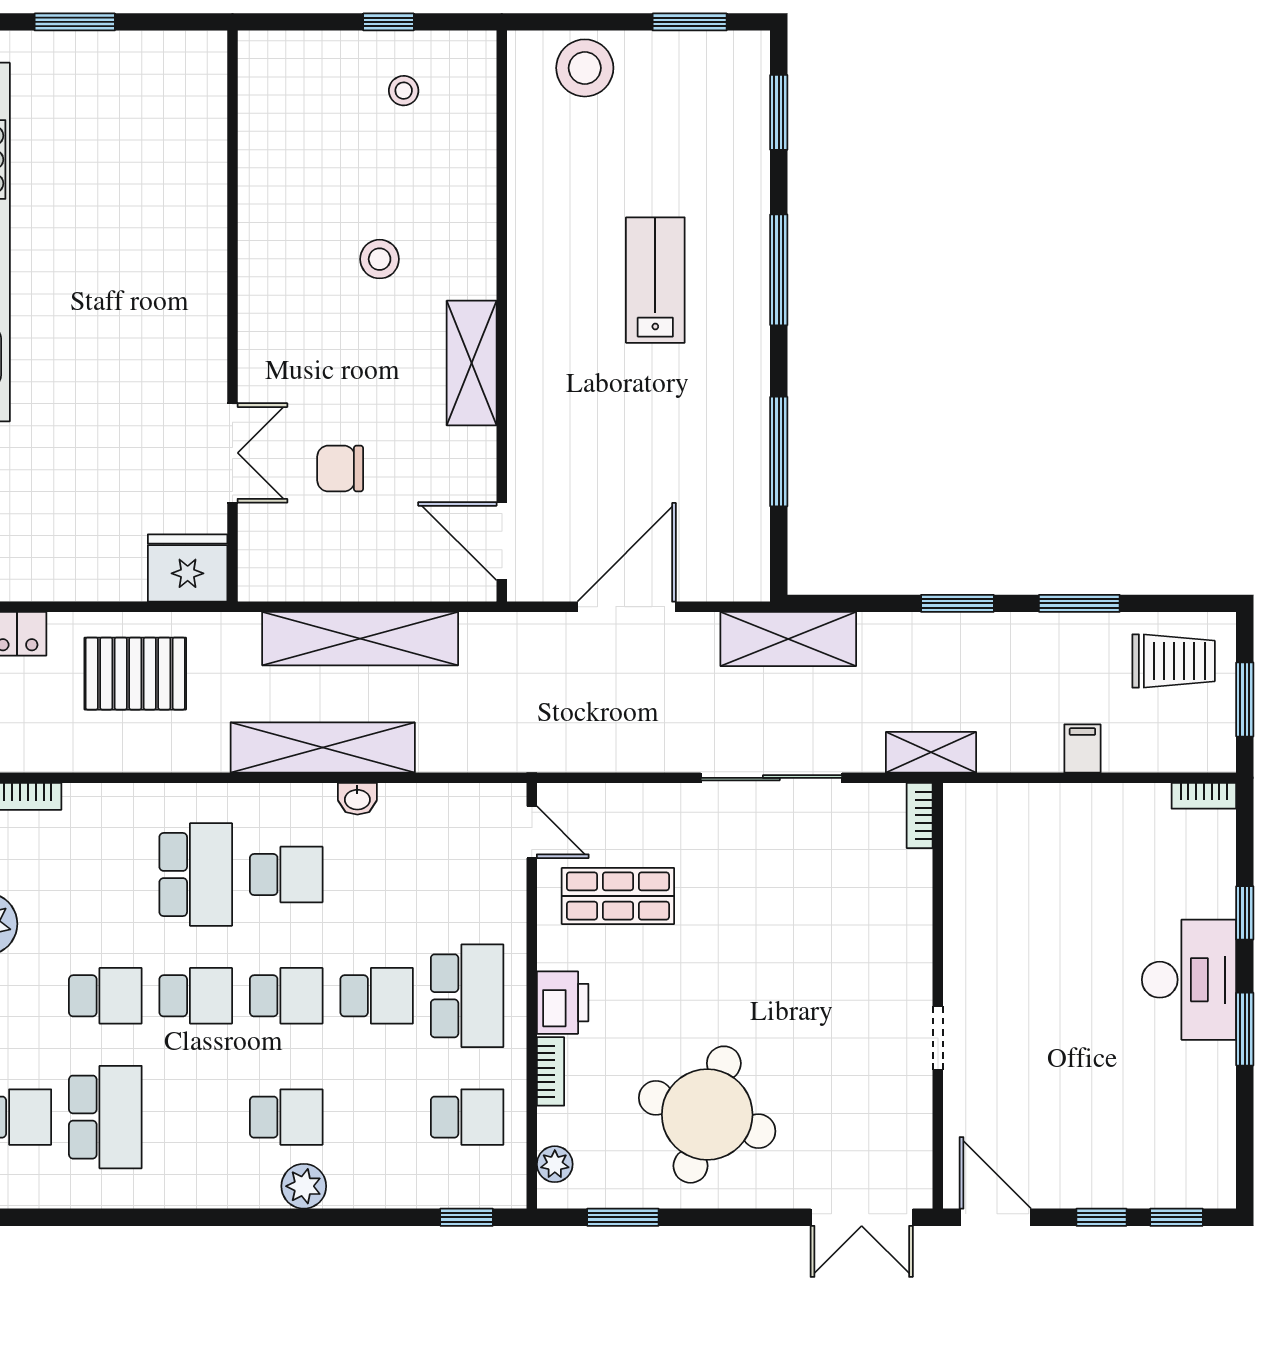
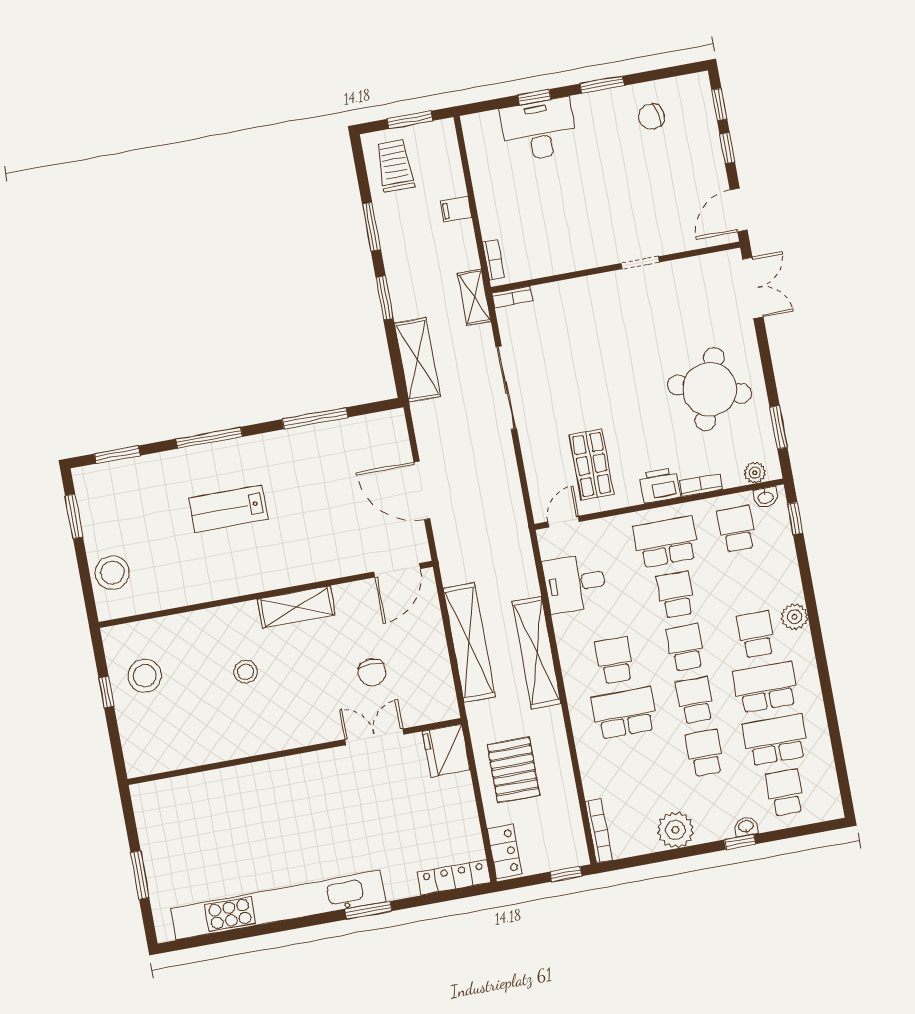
stool: (404, 91) -> (145, 676), width x1.89, depth x1.89
shelving: (788, 639) -> (417, 360), moved
bookcase: (1204, 796) -> (494, 260), moved
washbasin: (357, 799) -> (765, 497), moved, turned 90
desk: (426, 832) -> (575, 583), added
desk: (1189, 980) -> (539, 130), moved
chair: (1177, 1101) -> (651, 117), added
school desk: (196, 1117) -> (766, 687), added

